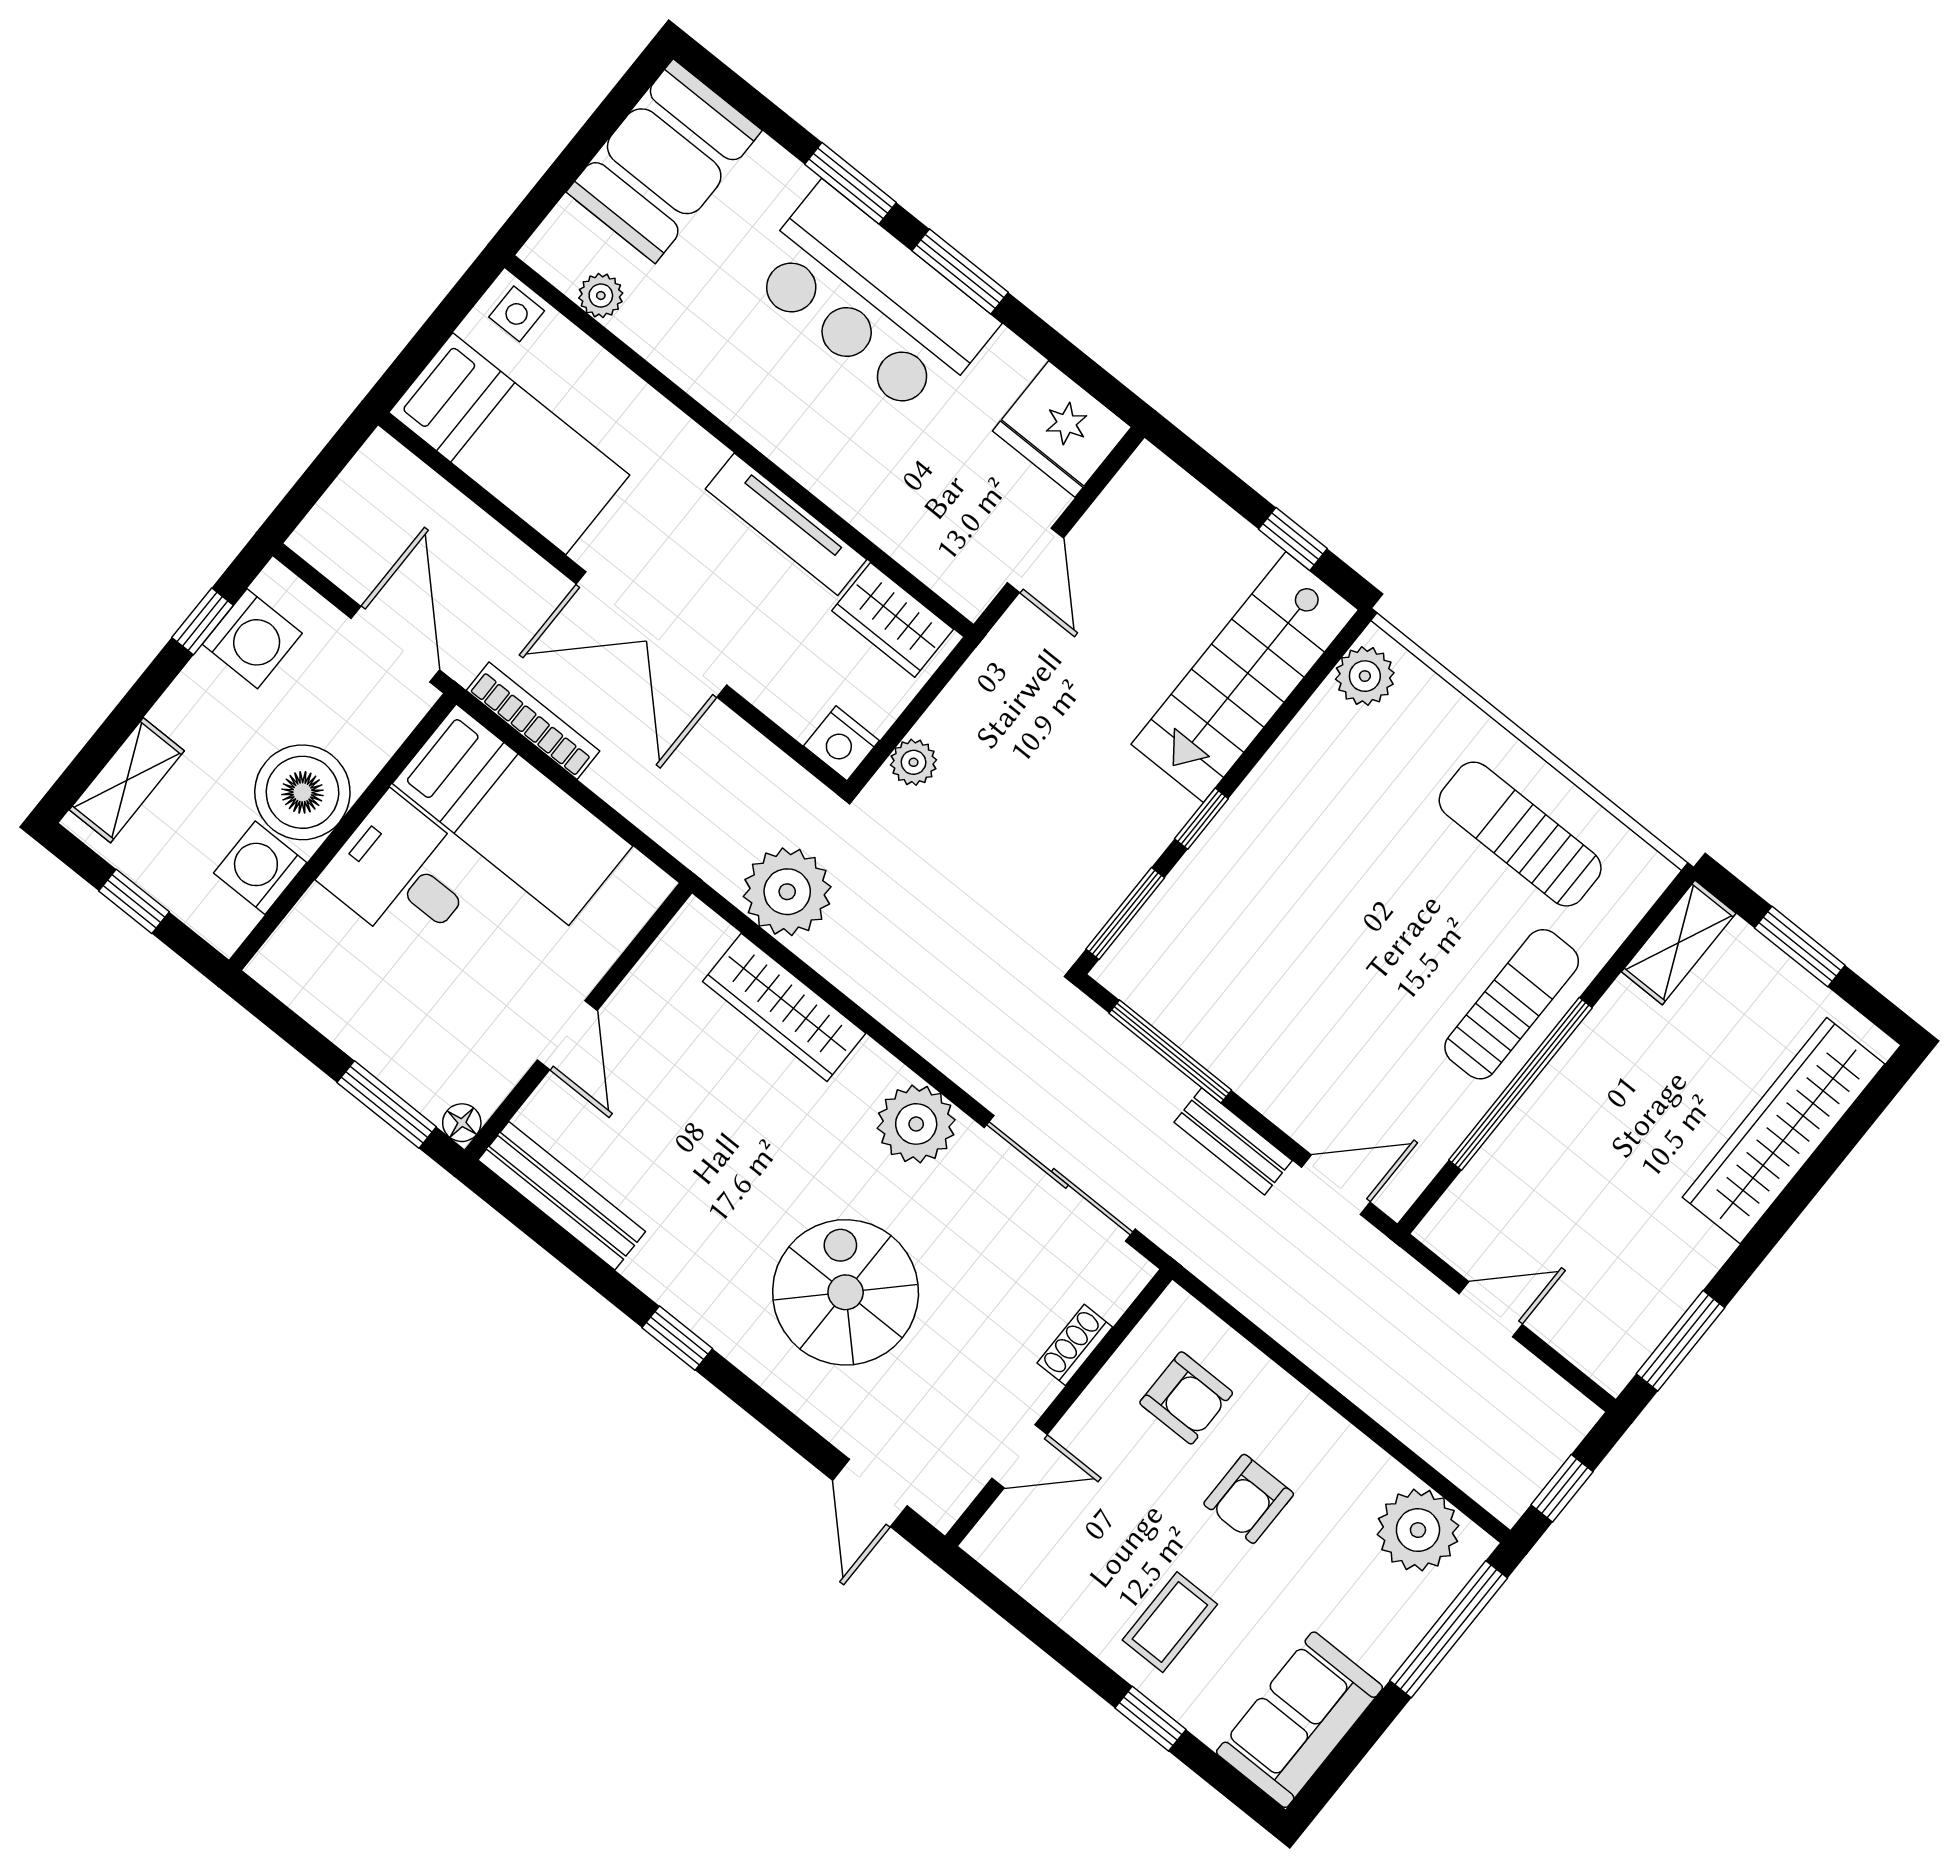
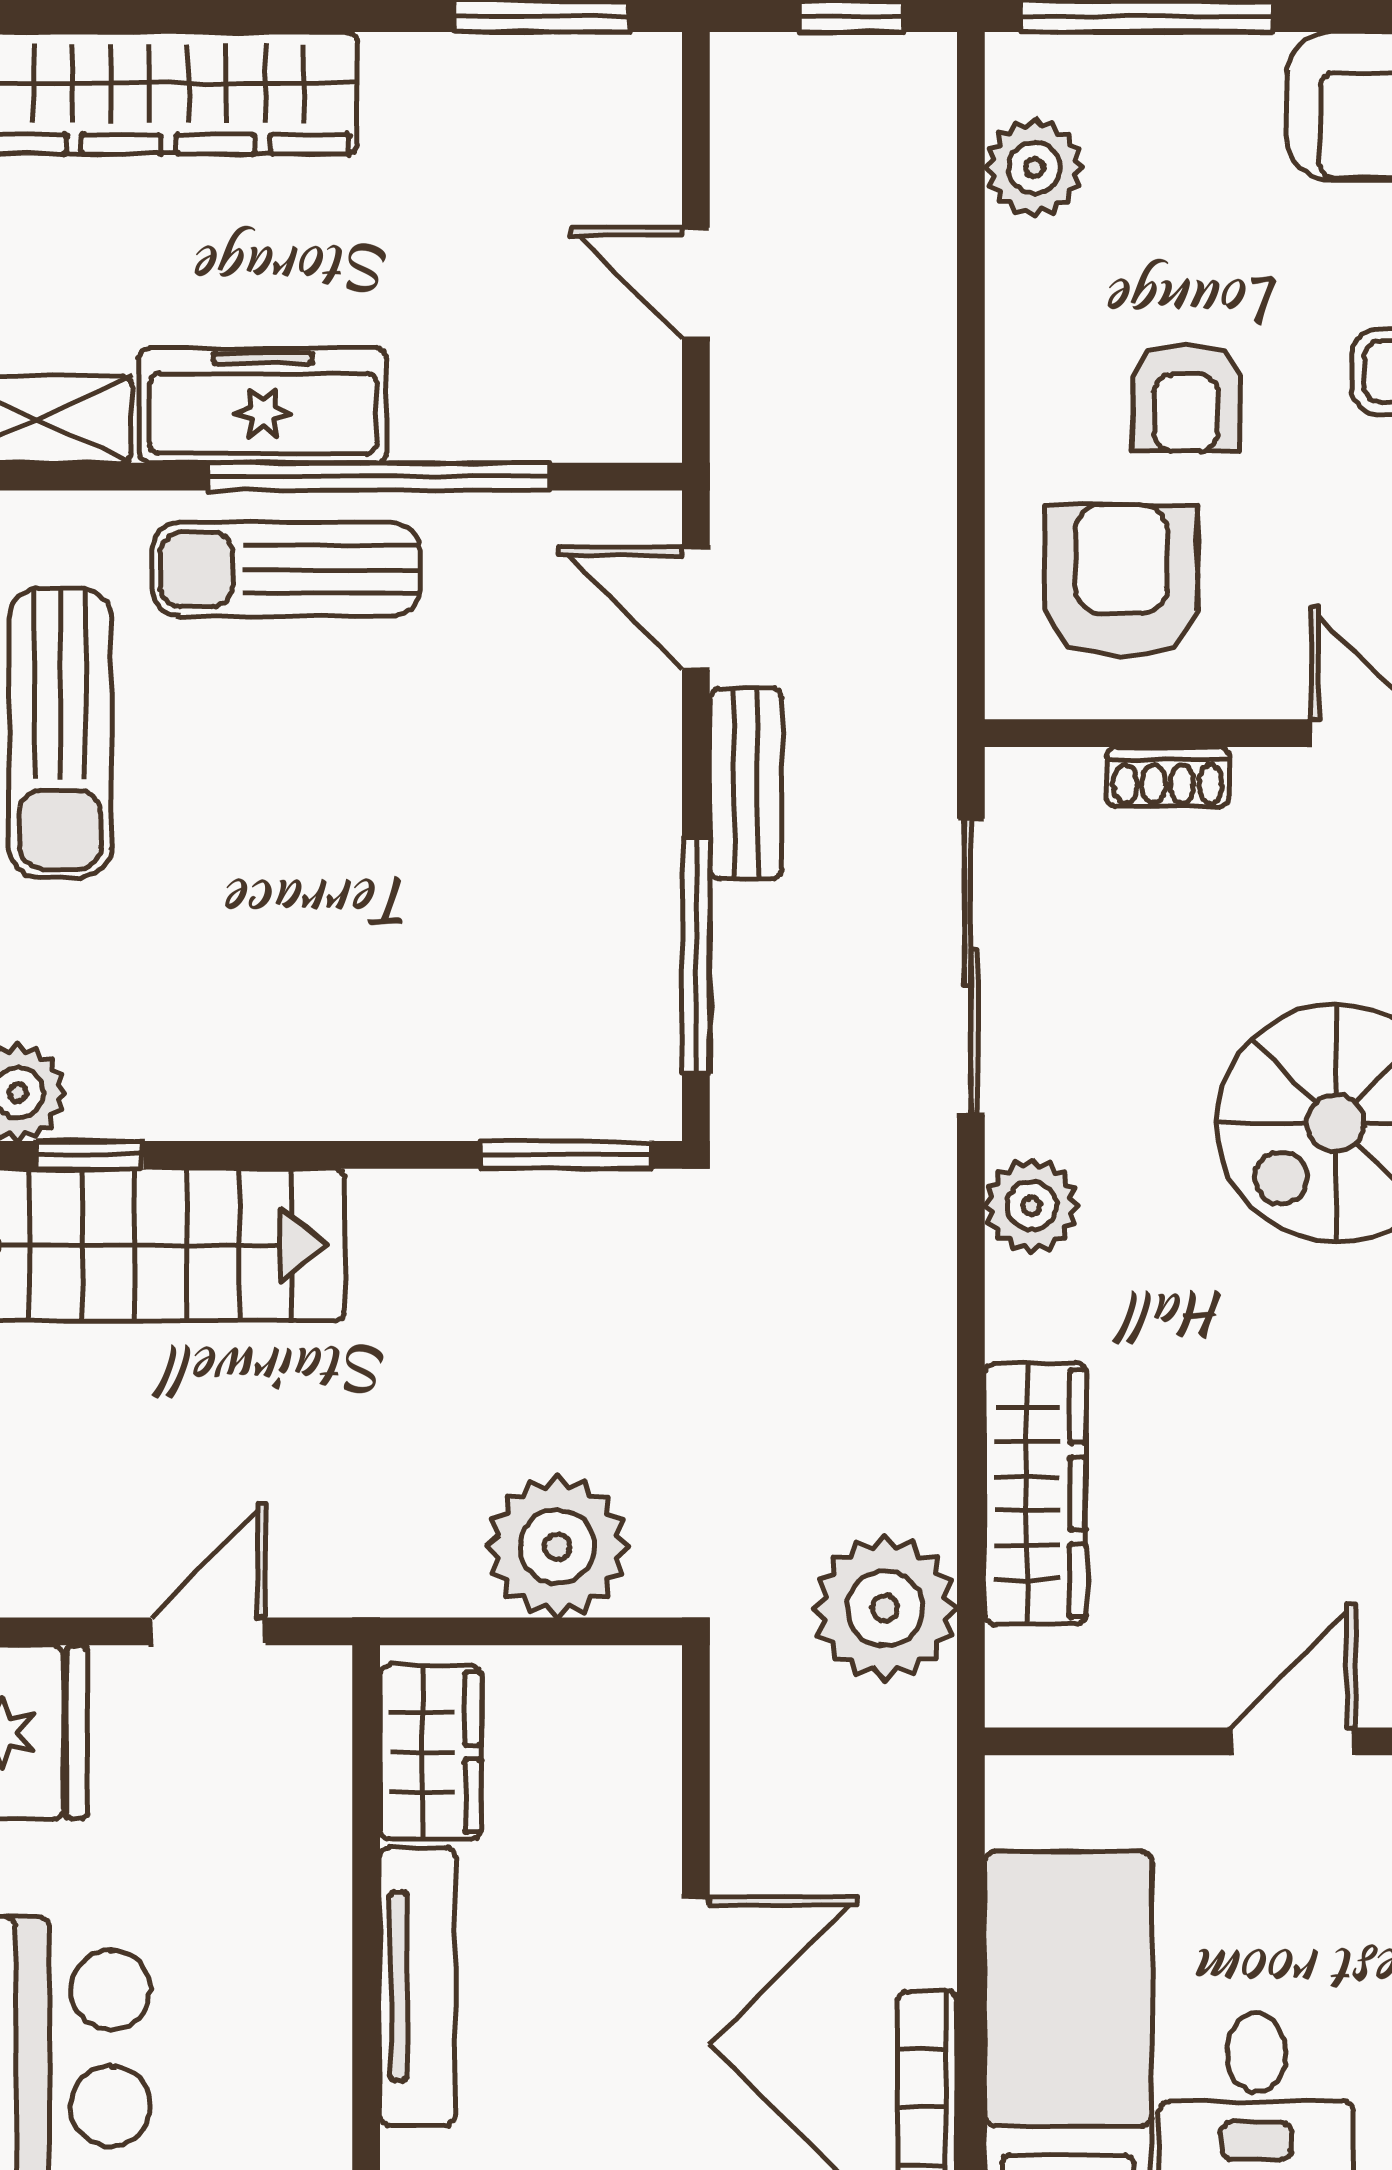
nightstand: (841, 743) -> (640, 1691), removed
plant: (914, 762) -> (557, 1546), width x1.87, depth x1.87
window: (1201, 819) -> (90, 1155), moved
freezer: (1598, 1056) -> (263, 405), added
plant: (916, 1124) -> (1032, 1206), width x0.73, depth x0.73
armchair: (1186, 1398) -> (1121, 581), width x1.38, depth x1.38
armchair: (1249, 1499) -> (1186, 398), turned 90
plant: (1418, 1530) -> (1034, 168), width x0.73, depth x0.73

